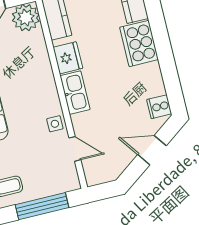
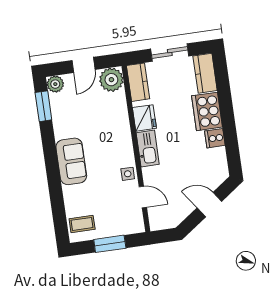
cooker: (159, 107) -> (215, 138), moved
window: (42, 206) -> (110, 244), width x0.69

